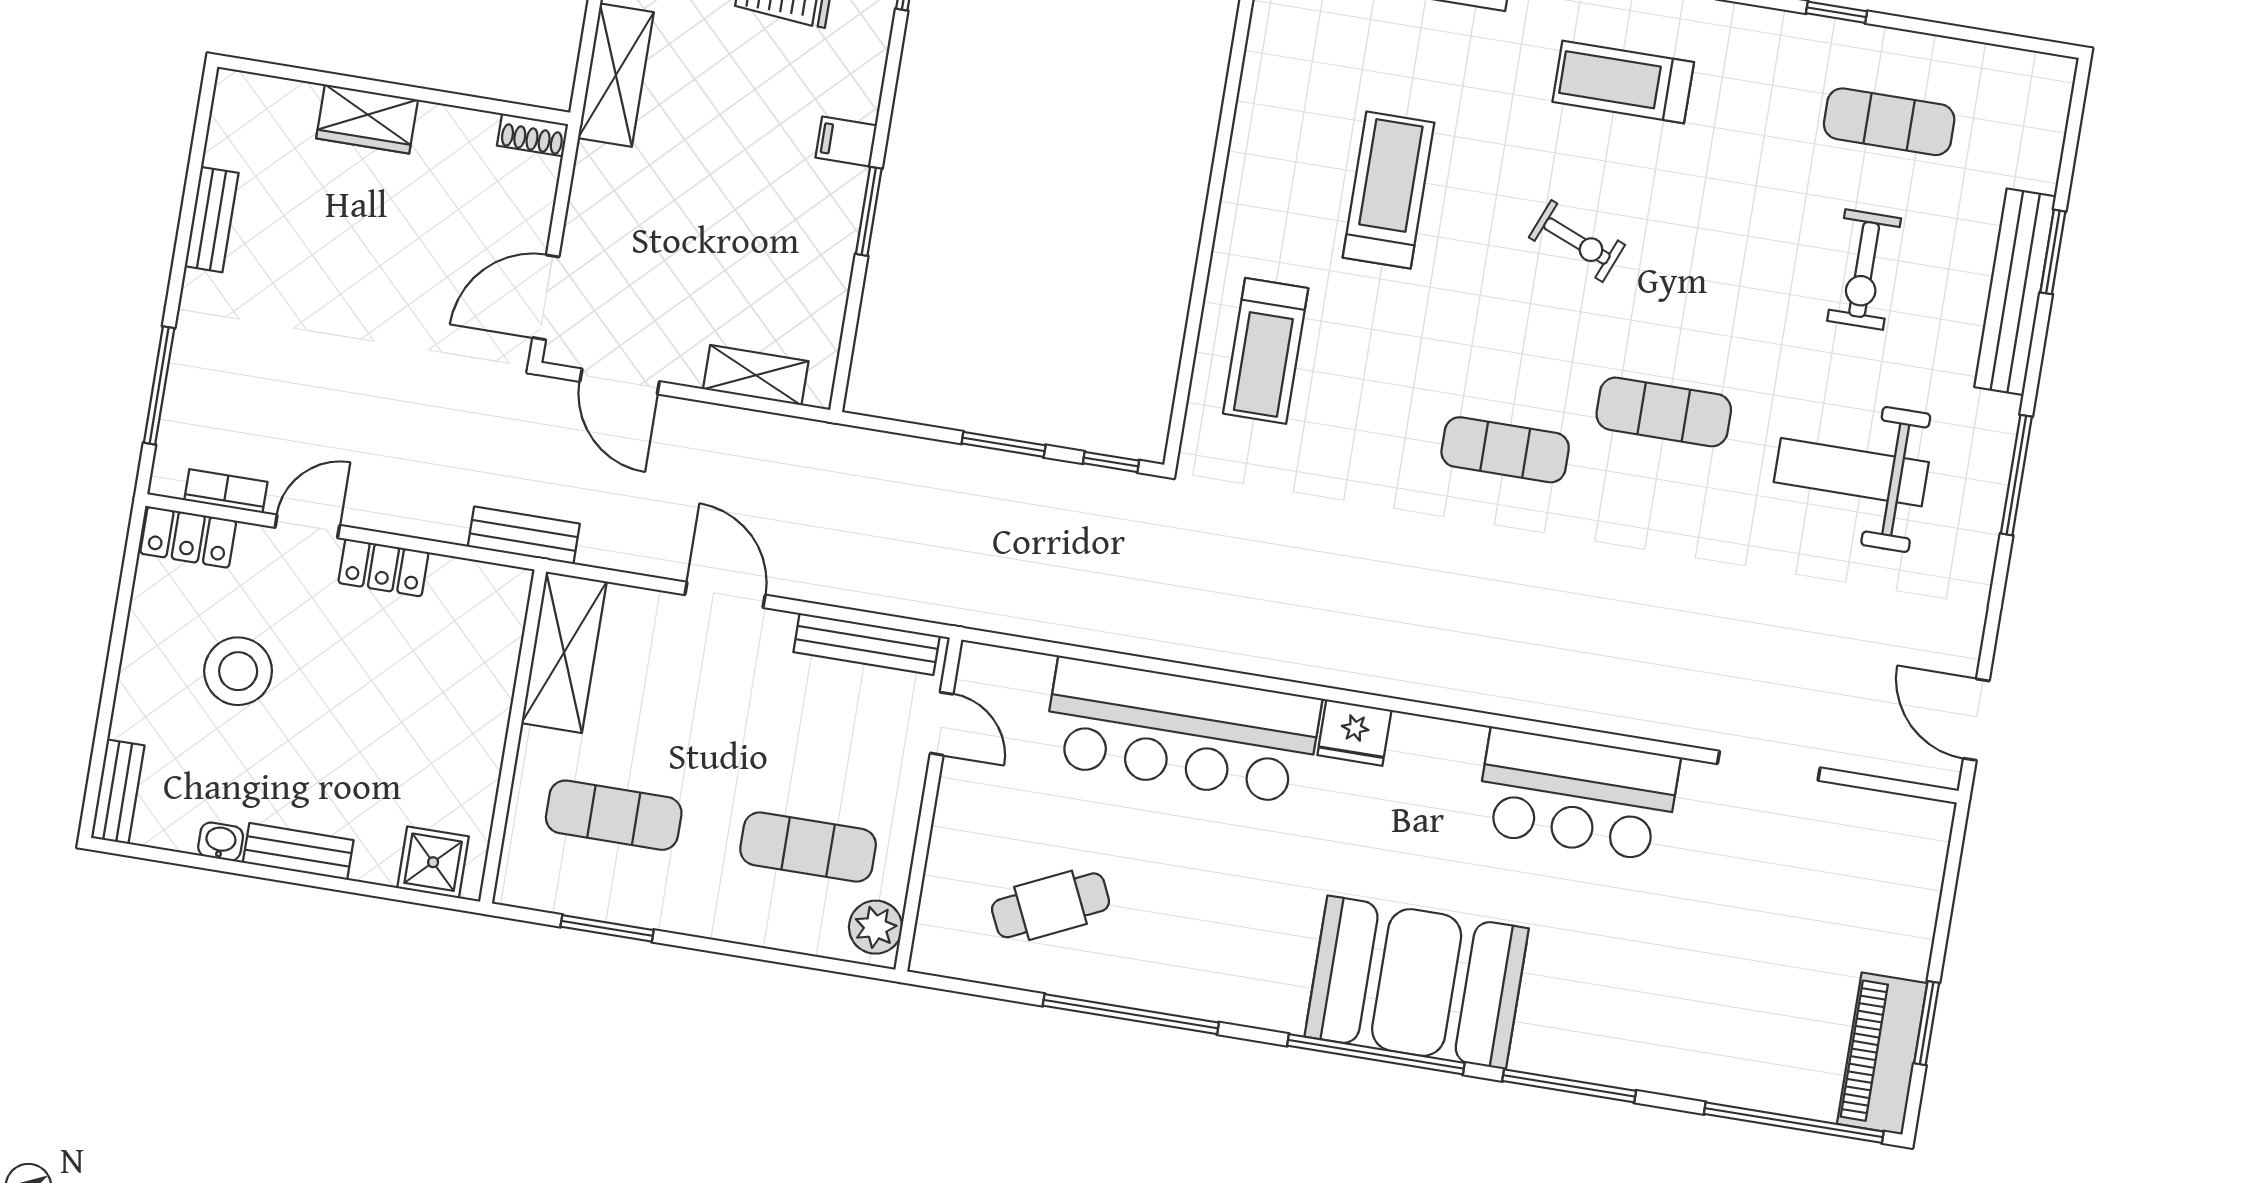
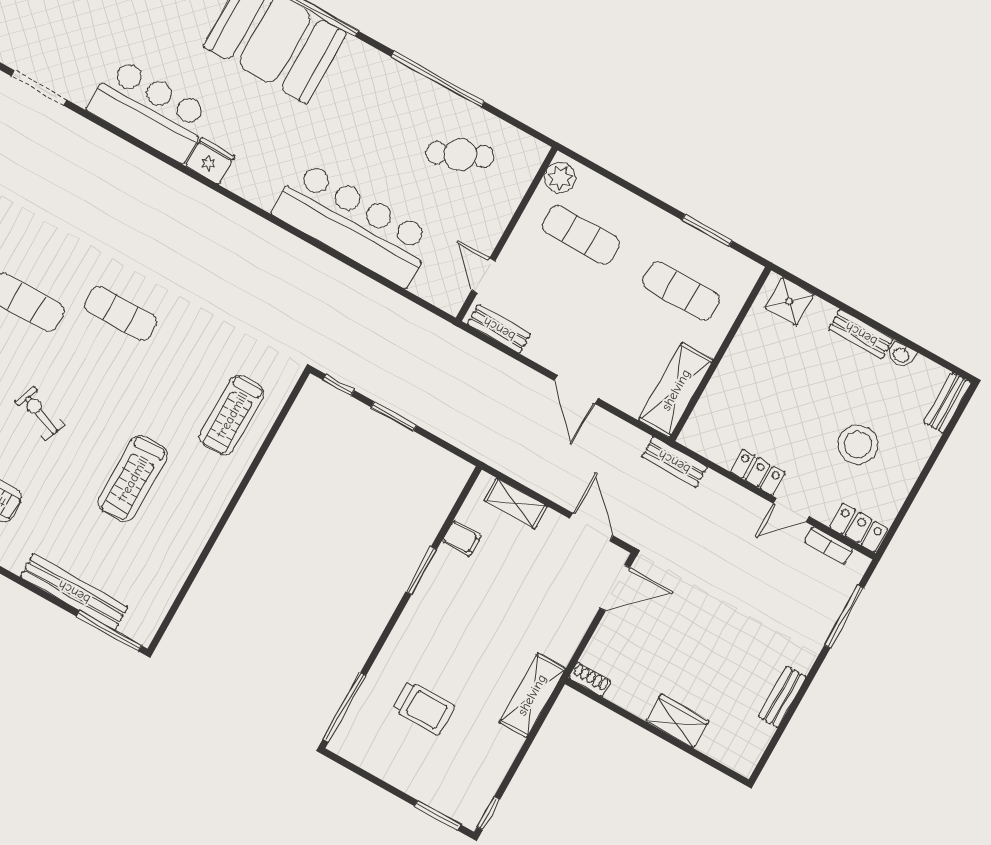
filing cabinet: (846, 141) -> (462, 538), moved
treadmill: (1266, 351) -> (232, 415), turned 180
bench: (867, 644) -> (499, 329), width x0.73
fridge: (1354, 733) -> (210, 161), moved

